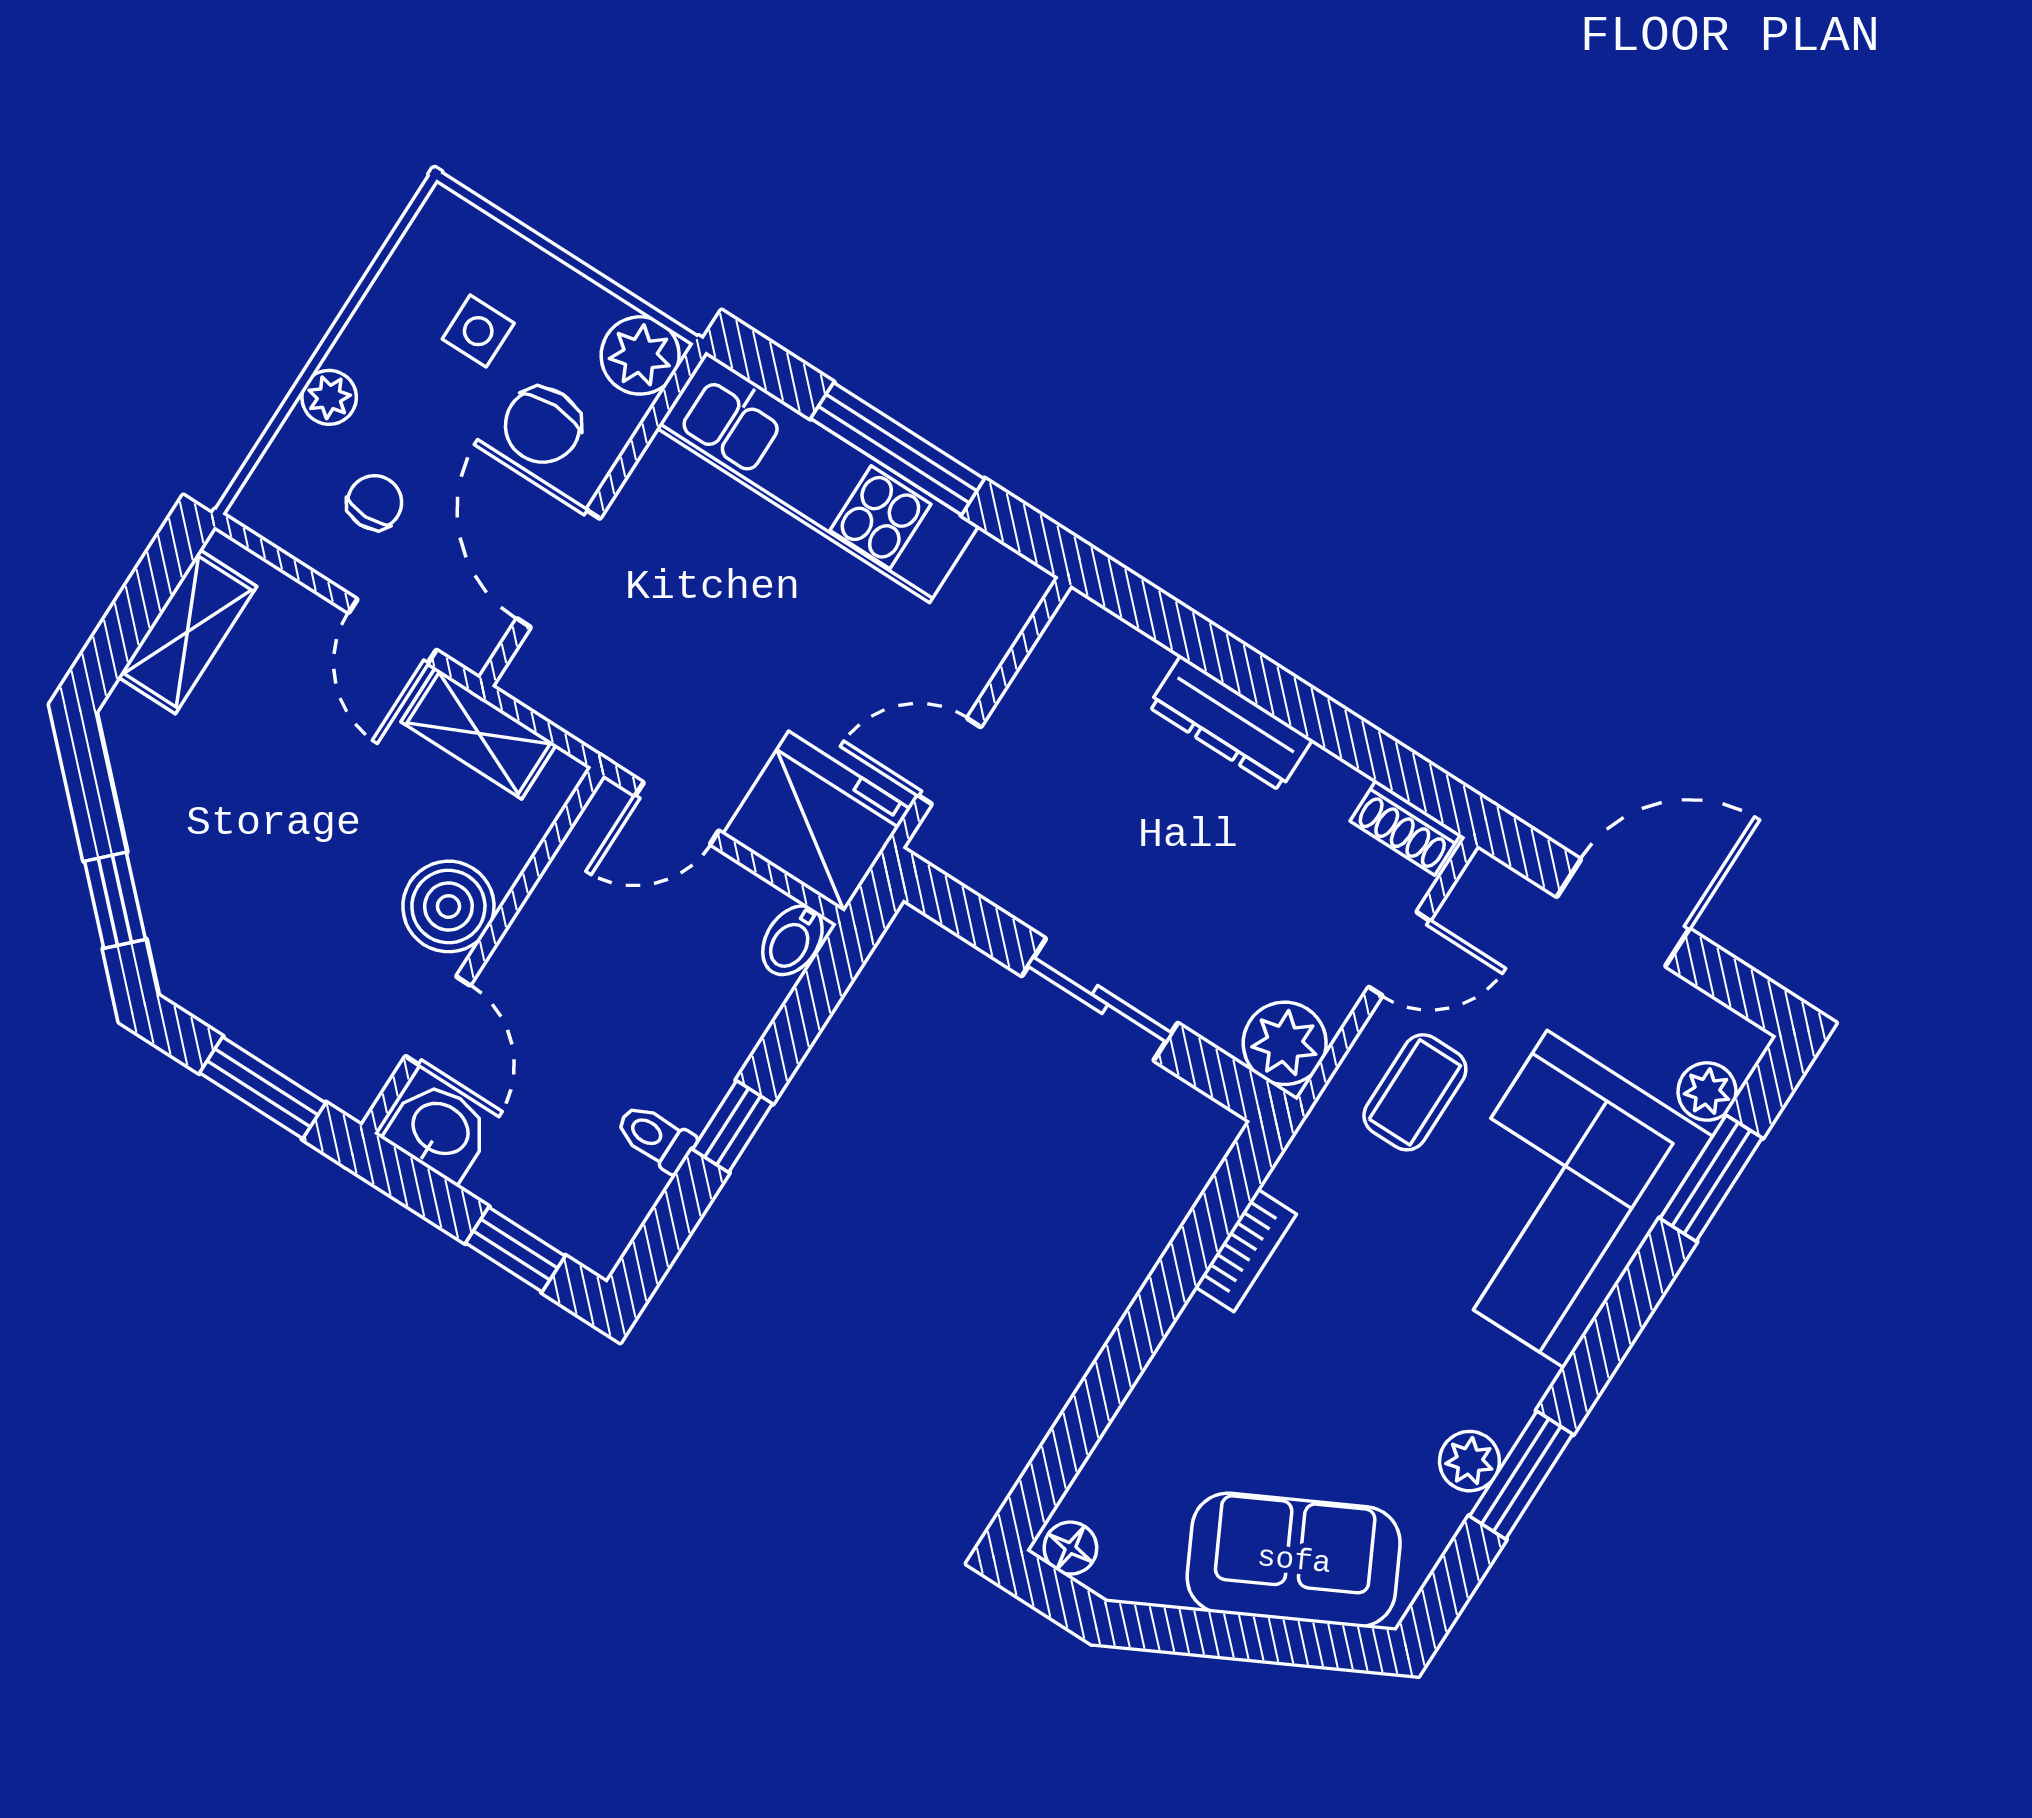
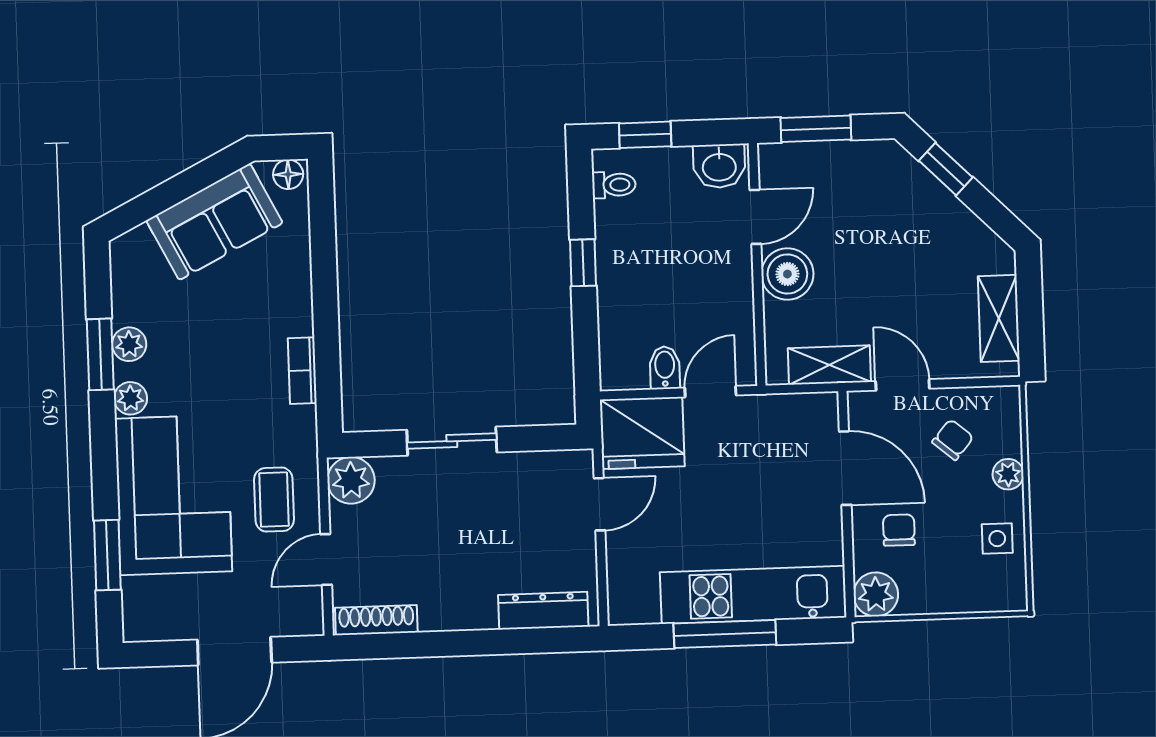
side table: (478, 331) -> (997, 539), moved
chair: (543, 425) -> (899, 530), width x0.73, depth x0.73
chair: (375, 502) -> (953, 440), turned -140
dresser: (1230, 723) -> (543, 611), moved
shoe rack: (1405, 828) -> (376, 620), width x1.43
bidet: (792, 940) -> (665, 368), moved
door: (438, 1021) -> (755, 217), swing flipped
plant: (1707, 1091) -> (130, 398), moved
toilet: (656, 1137) -> (614, 185), moved
sofa: (1294, 1560) -> (214, 222), moved

